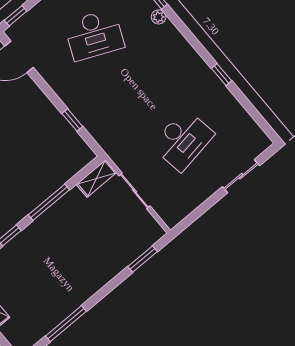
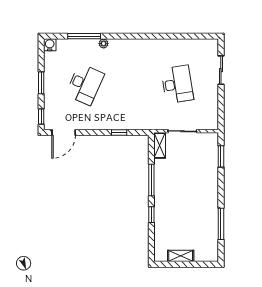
window: (221, 75) -> (160, 36), removed

